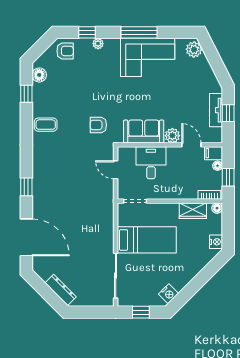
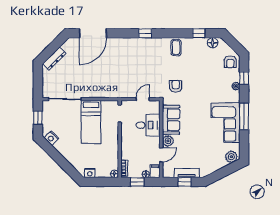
window: (26, 187) -> (145, 33), moved
wardrobe: (193, 211) -> (113, 156), removed

